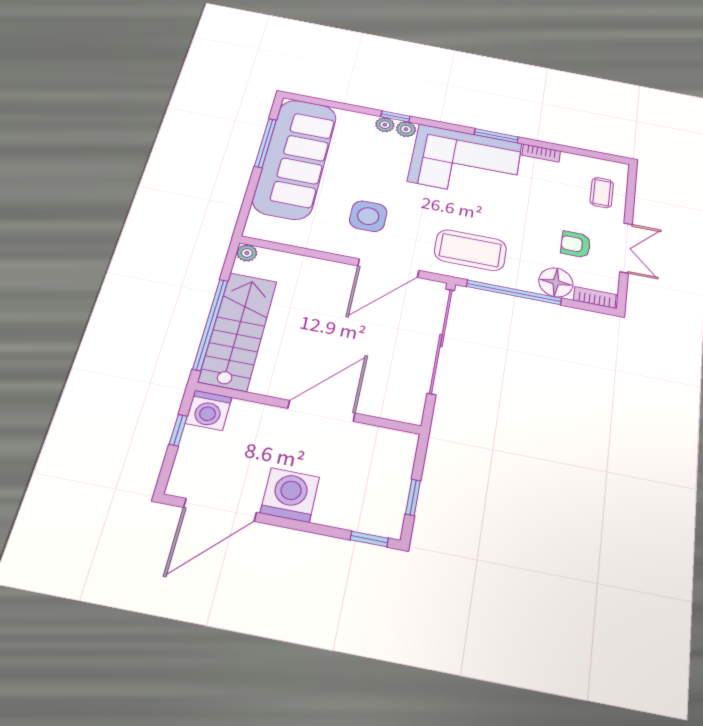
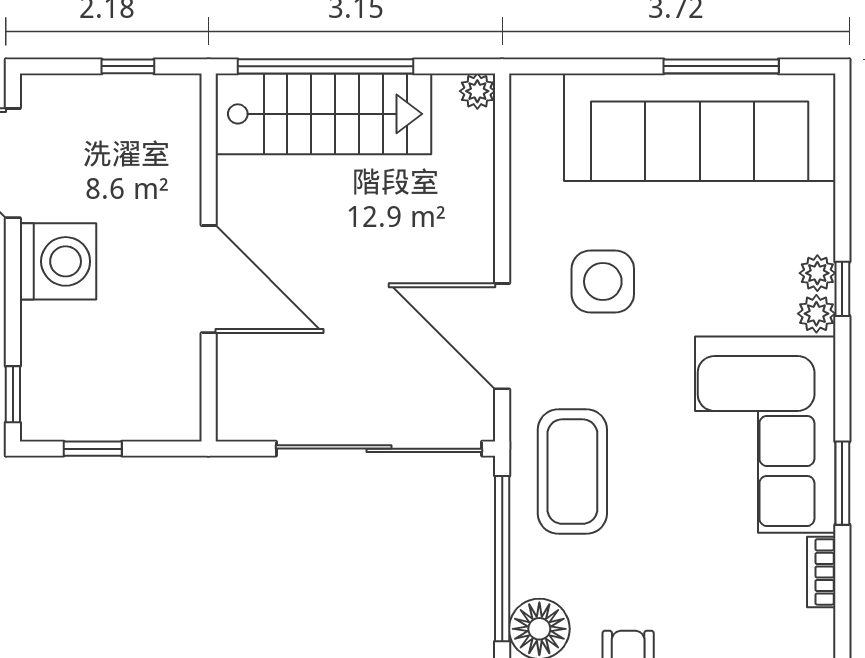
washing machine: (208, 410) -> (171, 104), removed

